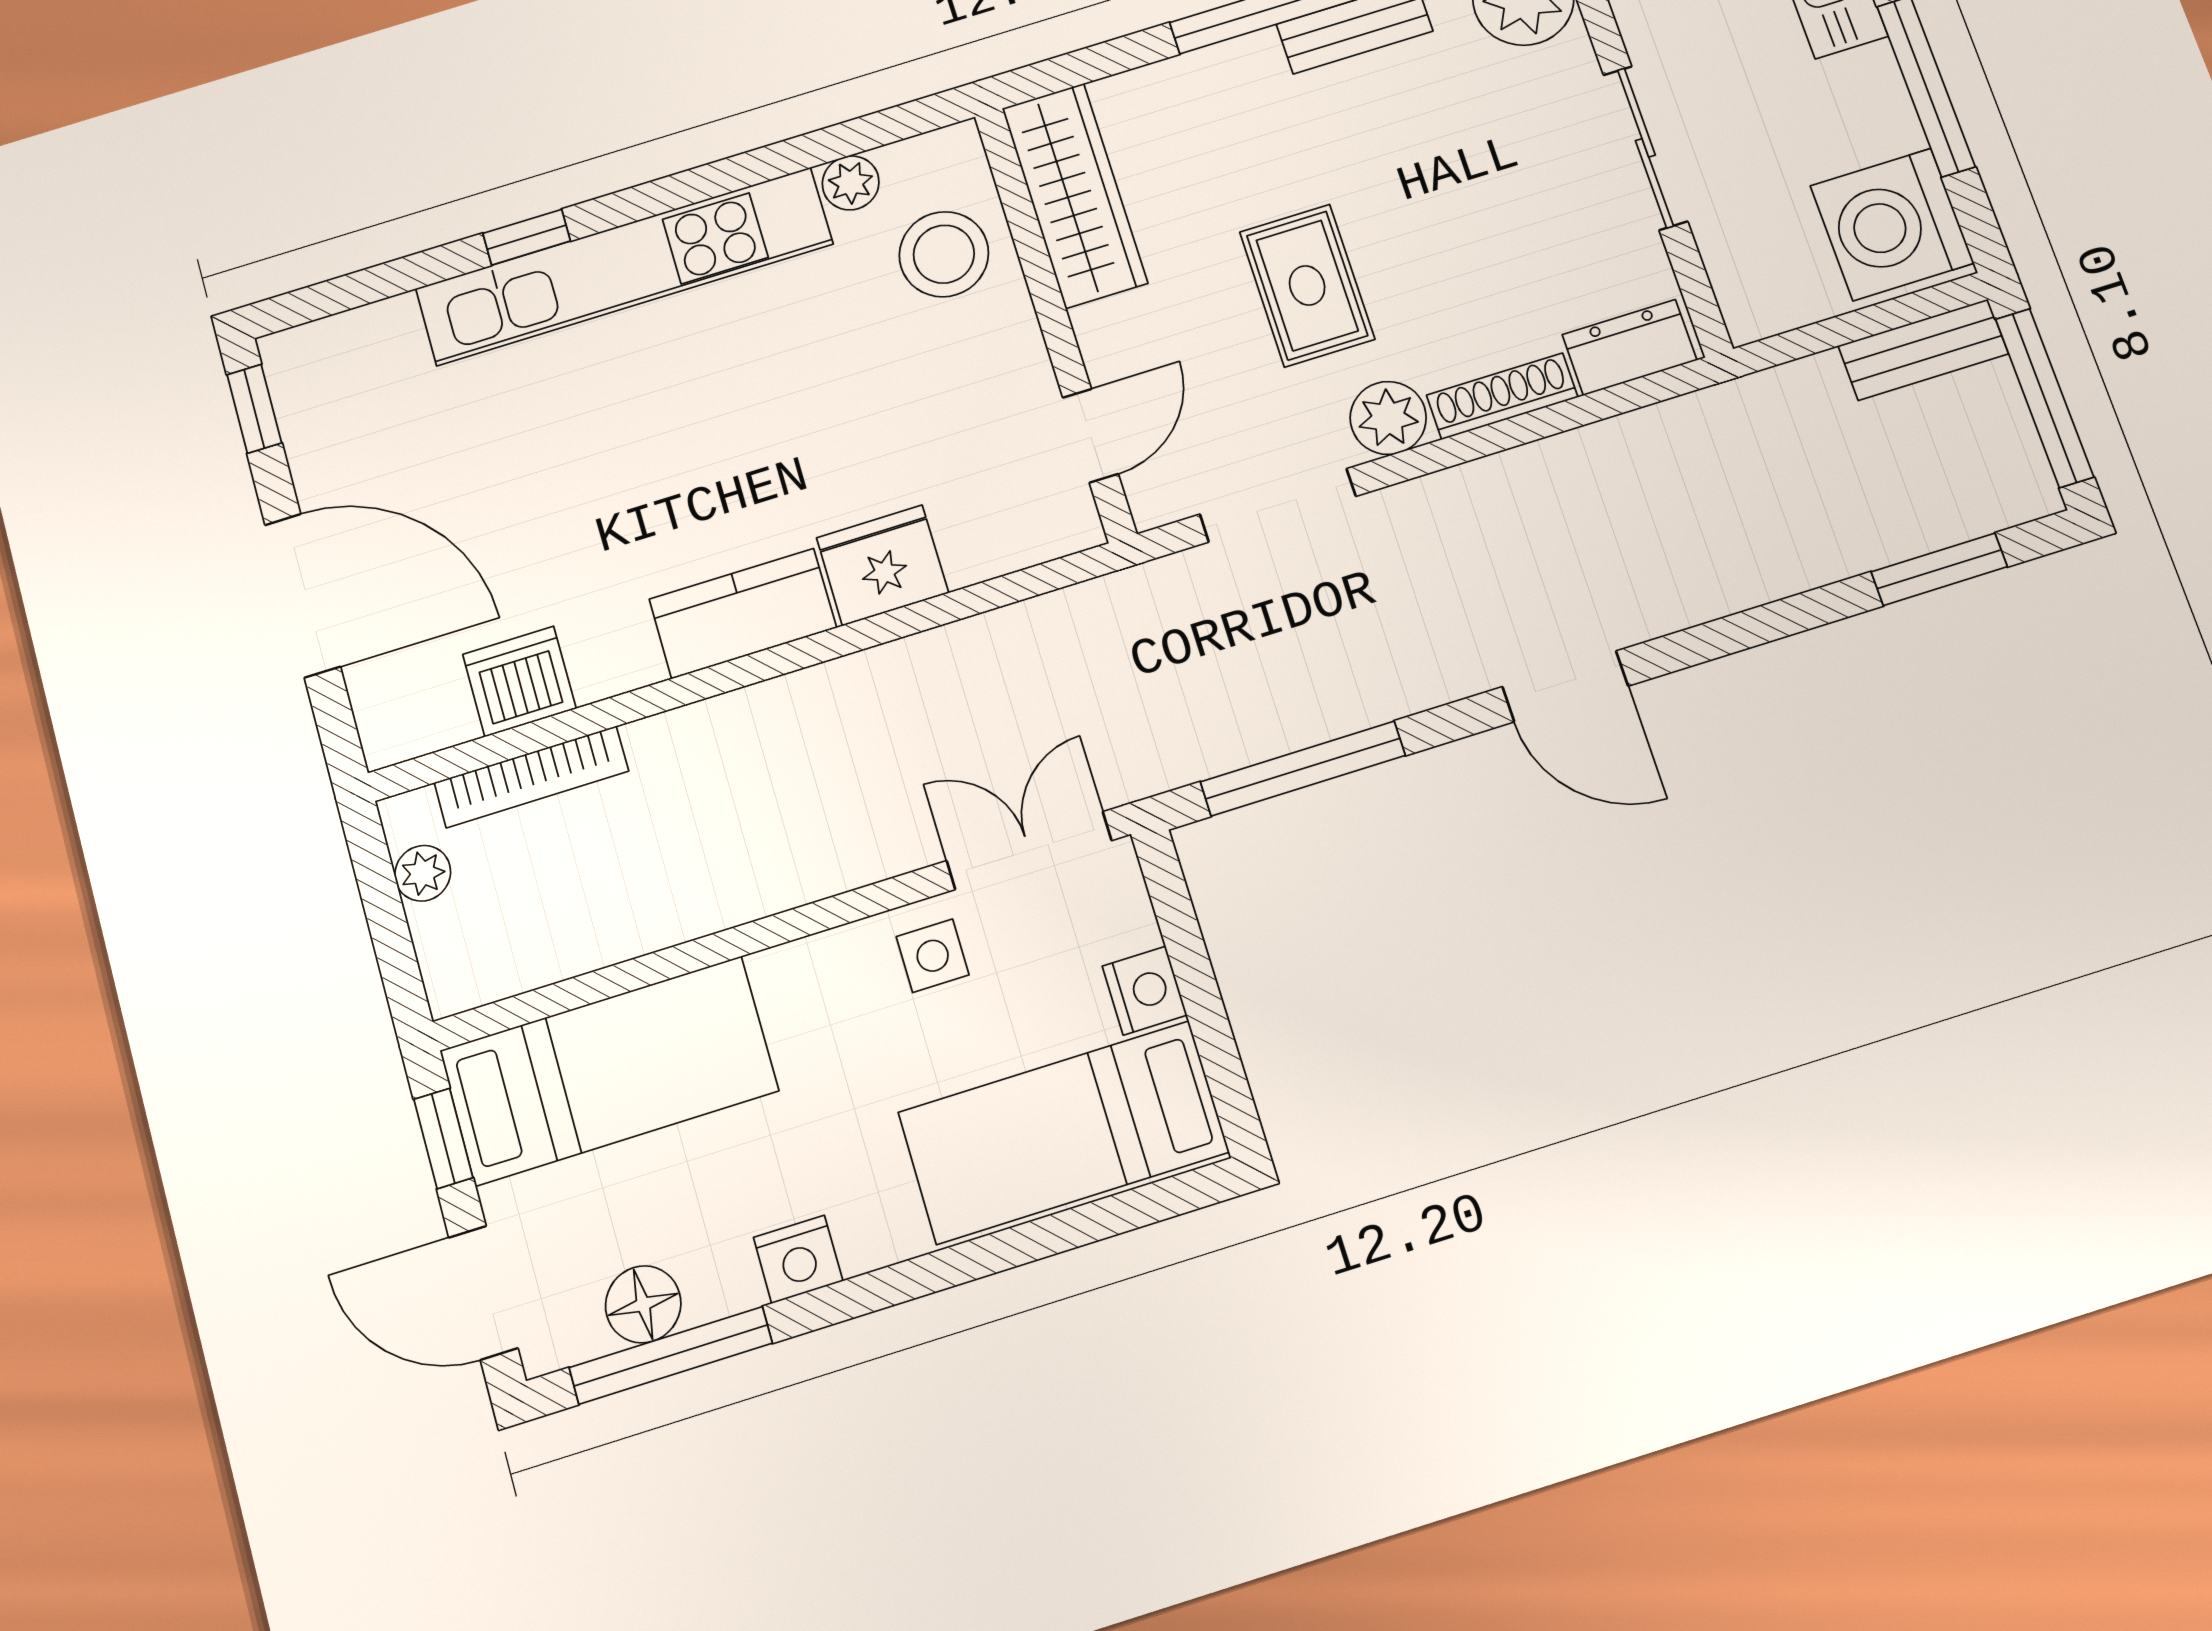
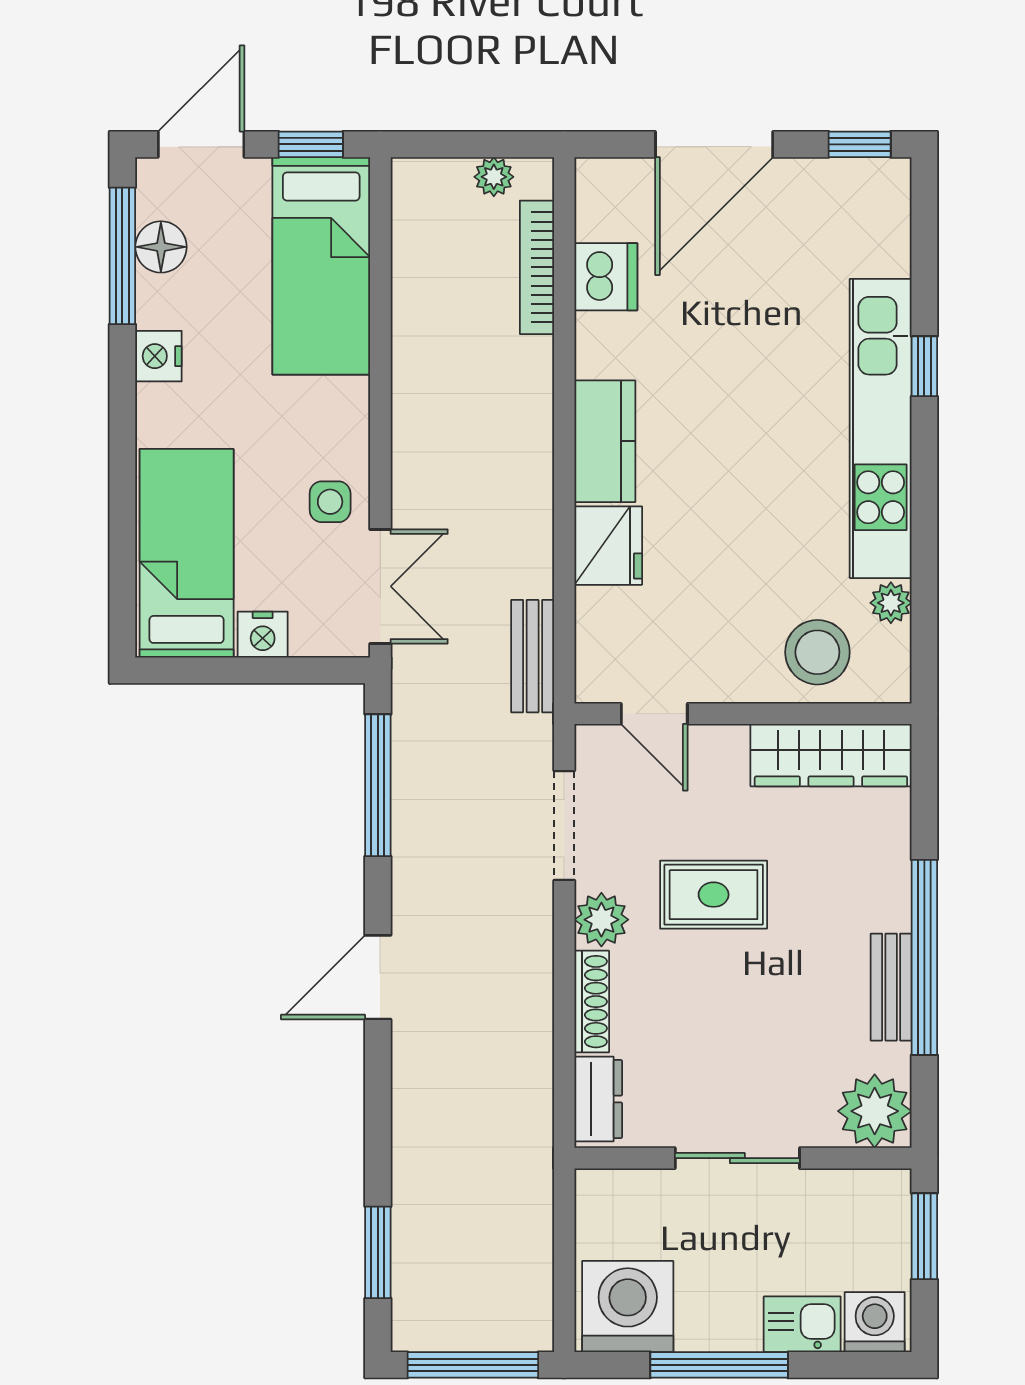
bench: (1923, 350) -> (533, 656), moved

